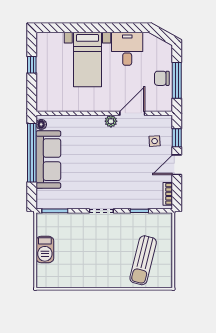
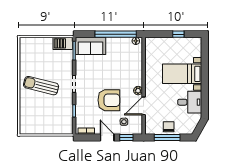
door: (132, 113) -> (144, 106), swing flipped
sofa: (48, 160) -> (90, 46), moved, width x0.73
armchair: (124, 162) -> (109, 100), added
barbecue: (45, 249) -> (63, 43), moved
sun lounger: (143, 260) -> (41, 86), moved

